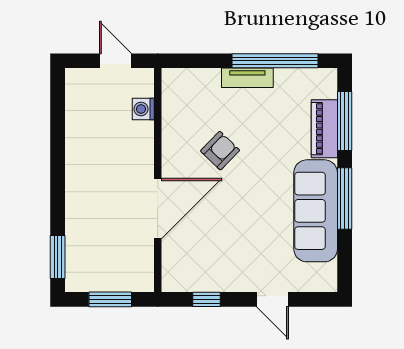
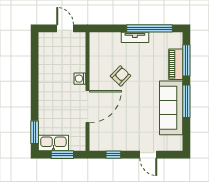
washing machine: (143, 109) -> (80, 79), moved
kitchen sink: (93, 277) -> (53, 143), added

